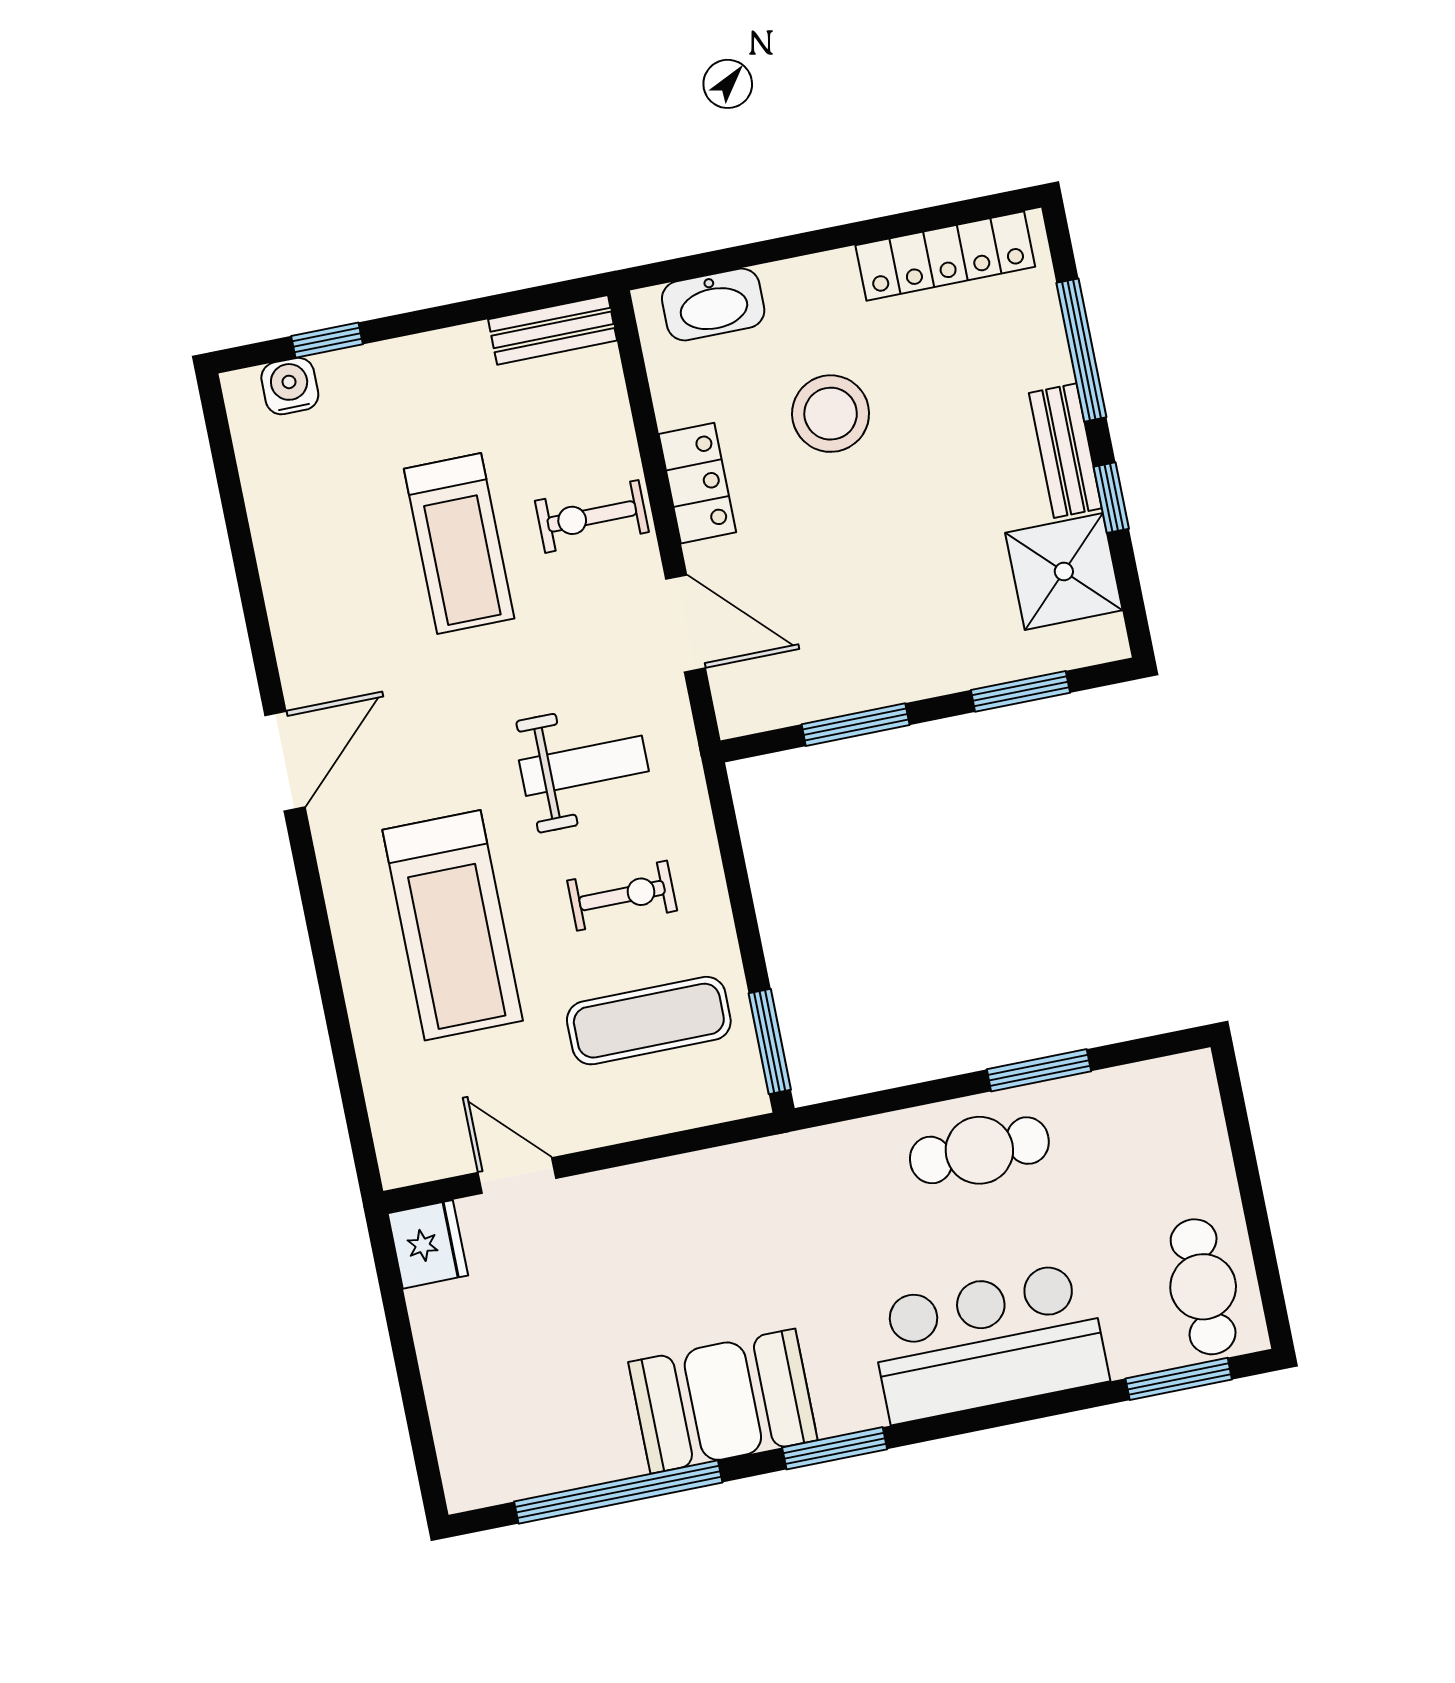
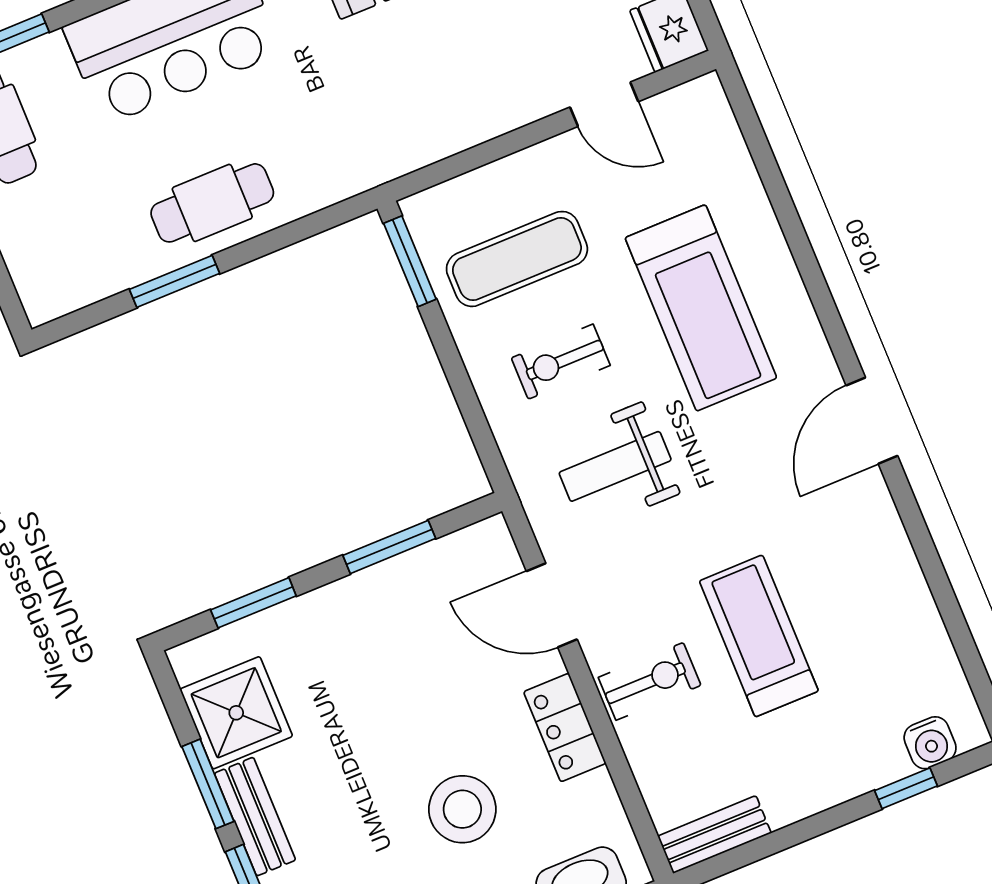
window: (1111, 498) -> (208, 784), width x1.50
treadmill: (453, 925) -> (701, 308), turned 180

